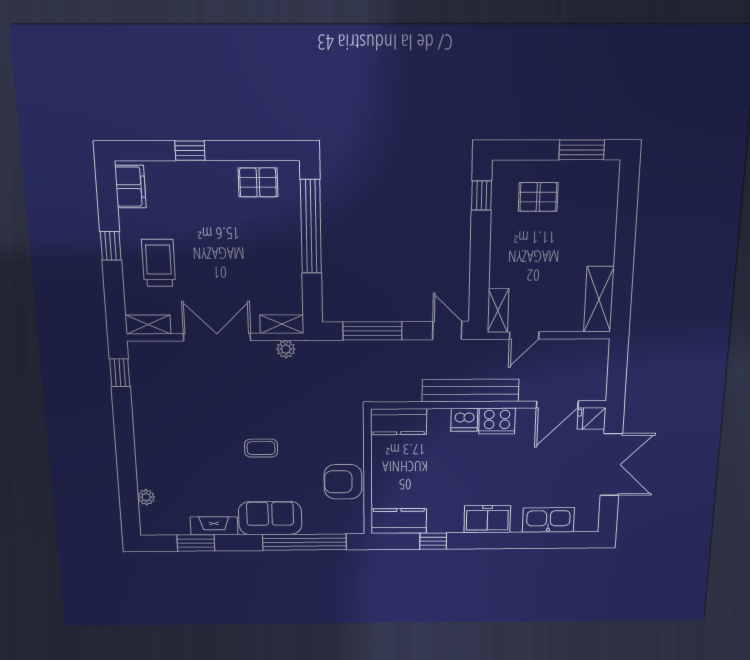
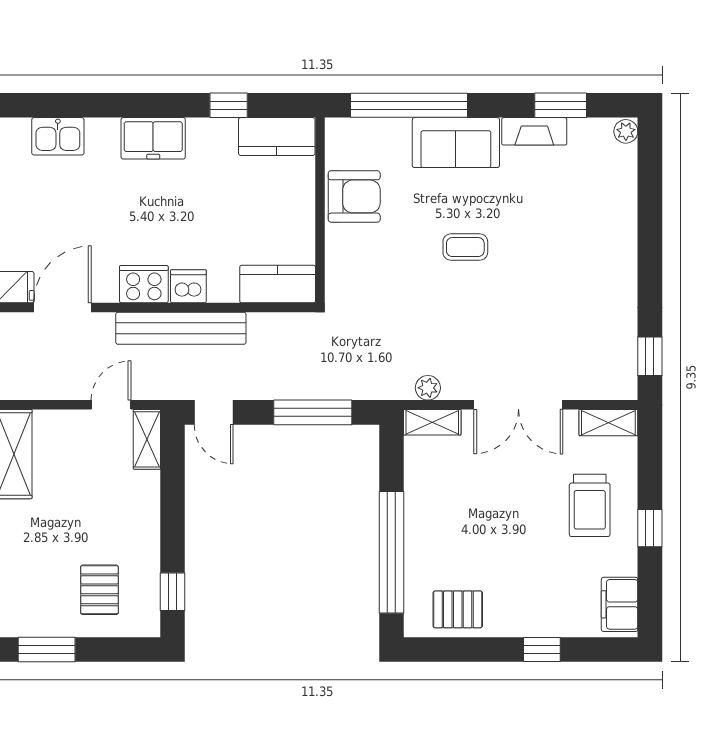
pallet: (538, 197) -> (99, 590), turned 90
plant: (146, 497) -> (626, 131), moved
kitchen sink: (548, 520) -> (58, 136), width x0.73

